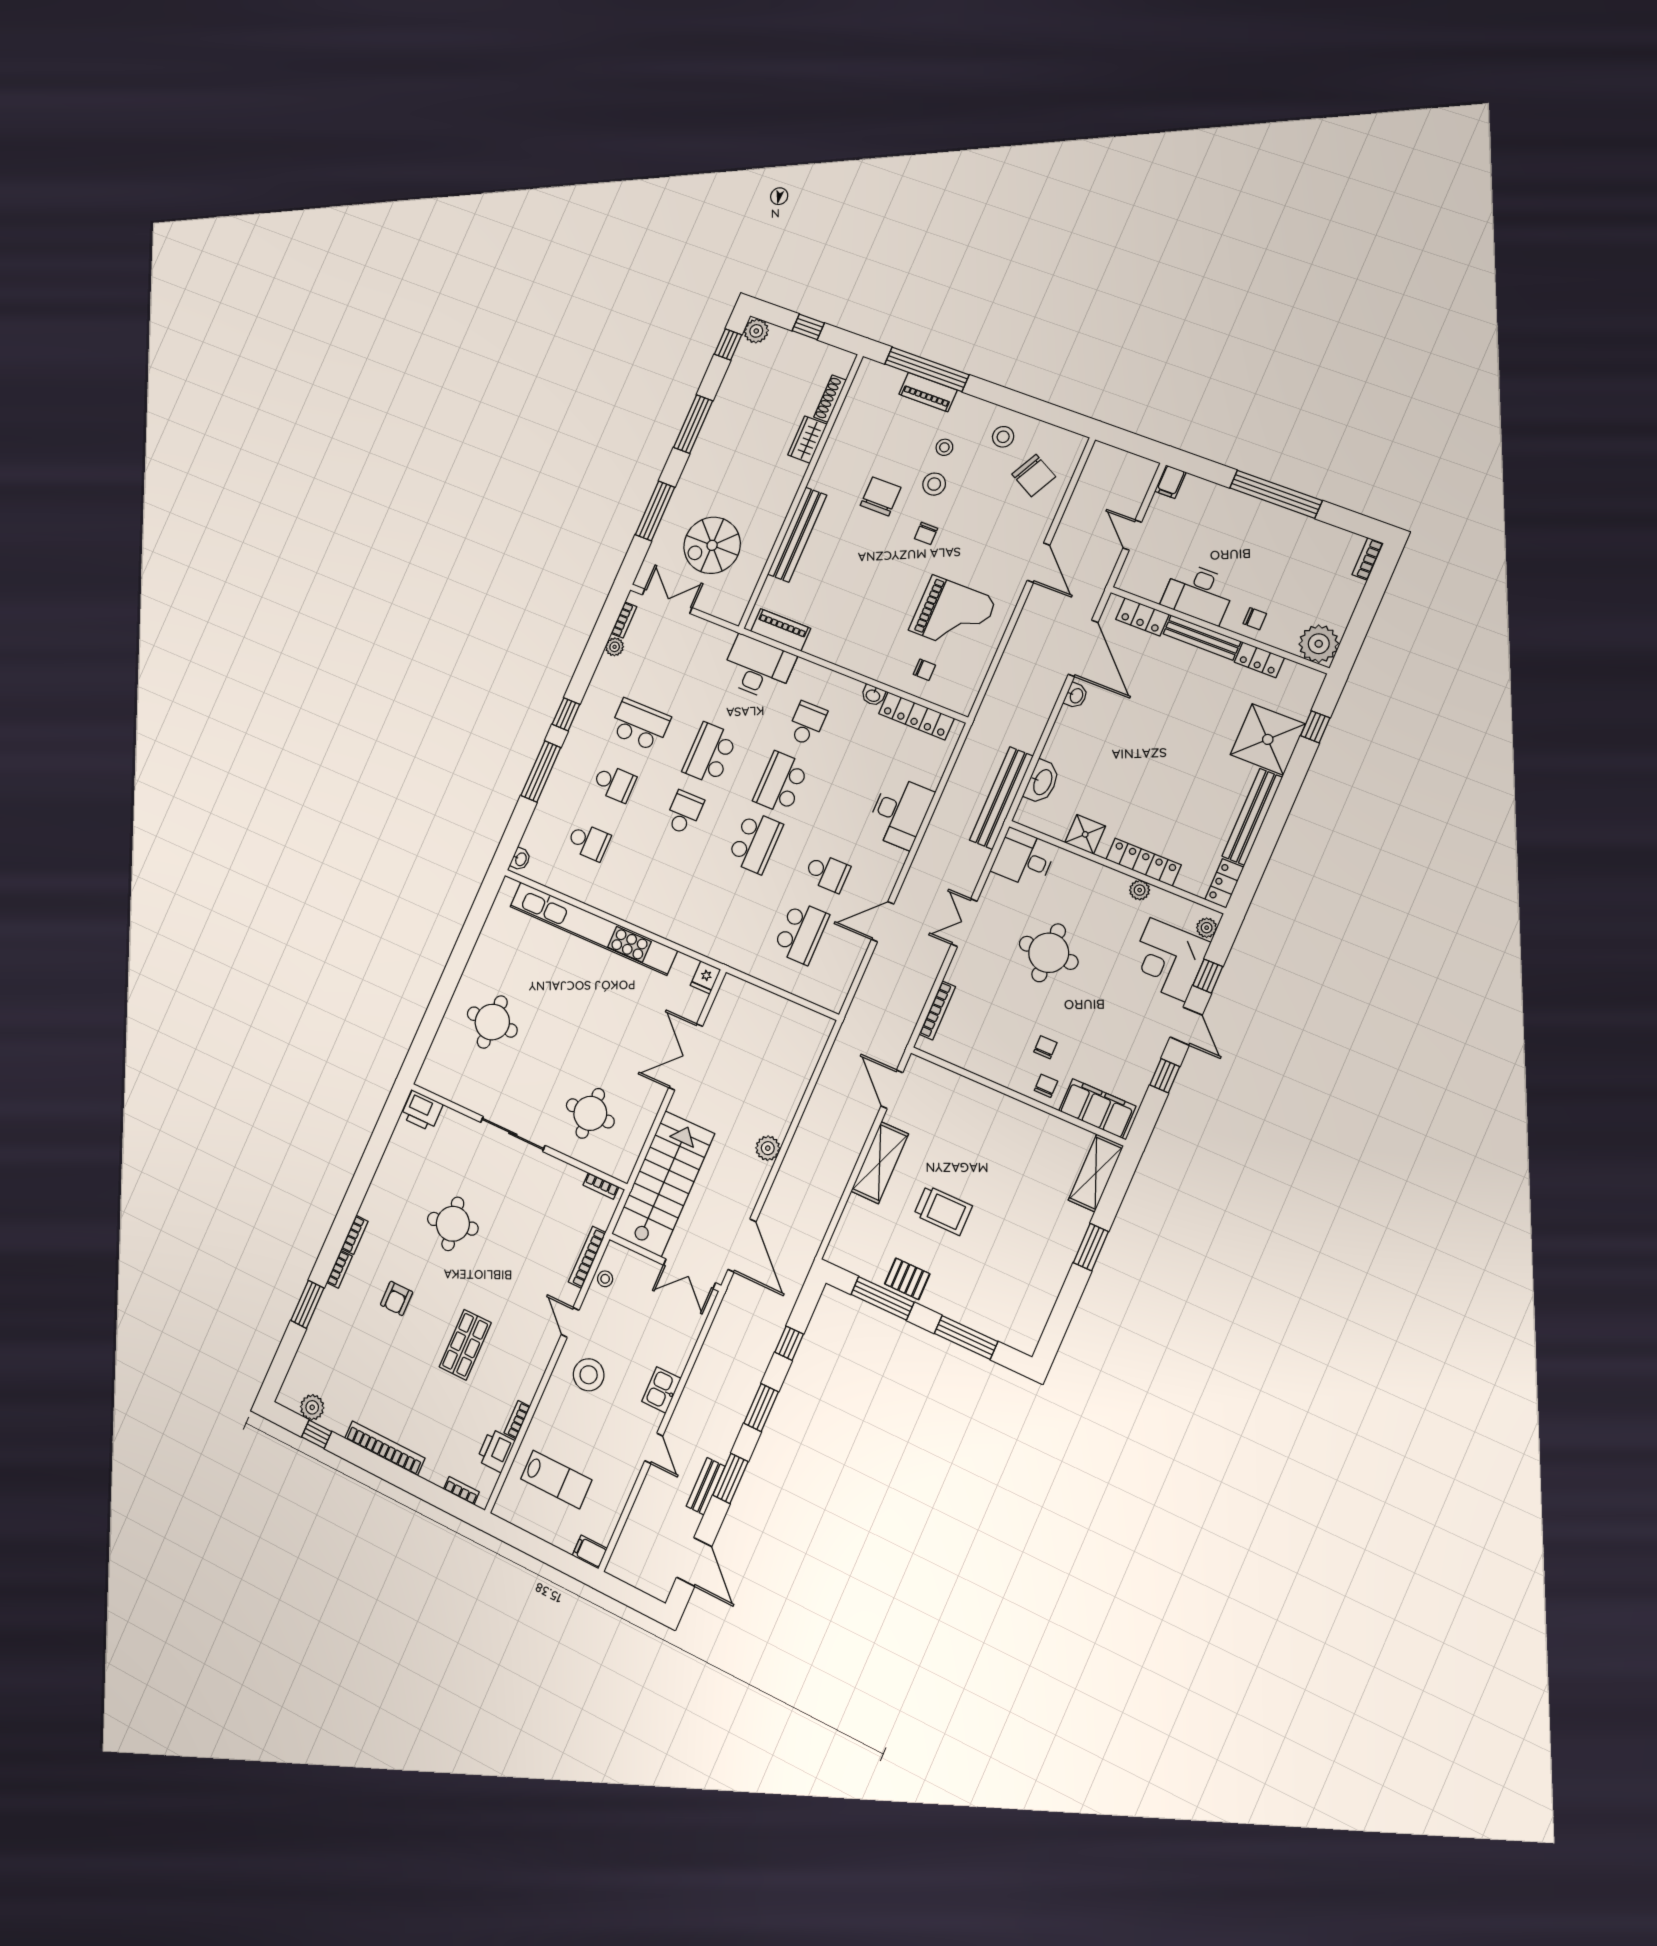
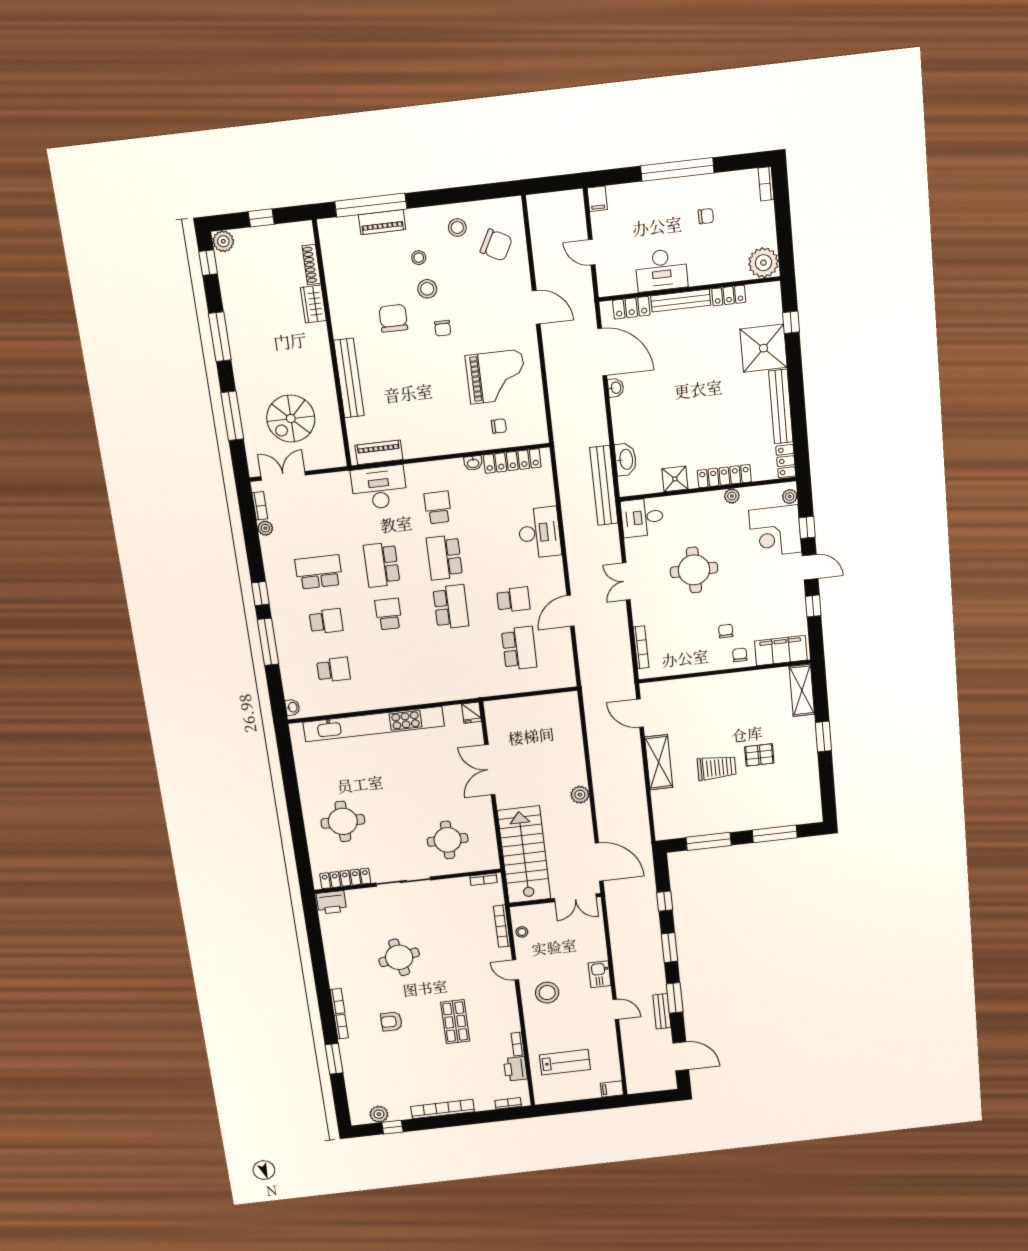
chair: (1255, 619) -> (706, 216), moved
locker: (454, 1091) -> (345, 878), added
pallet: (907, 1279) -> (759, 755), moved
armchair: (397, 1298) -> (391, 1021), turned 90

